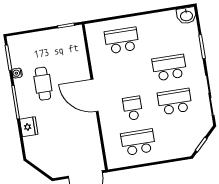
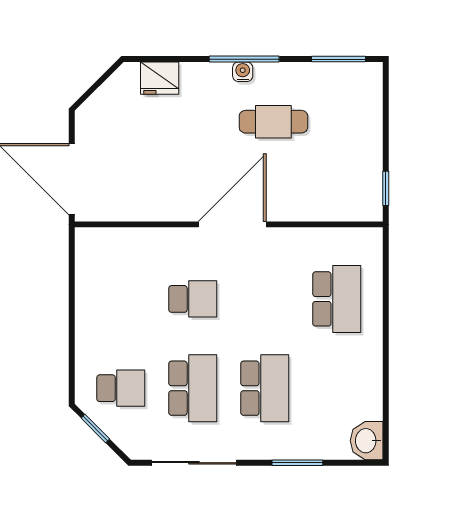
water cooler: (17, 73) -> (243, 72), moved
fridge: (29, 127) -> (160, 78), moved
school desk: (138, 142) -> (121, 388), moved, width x0.54

